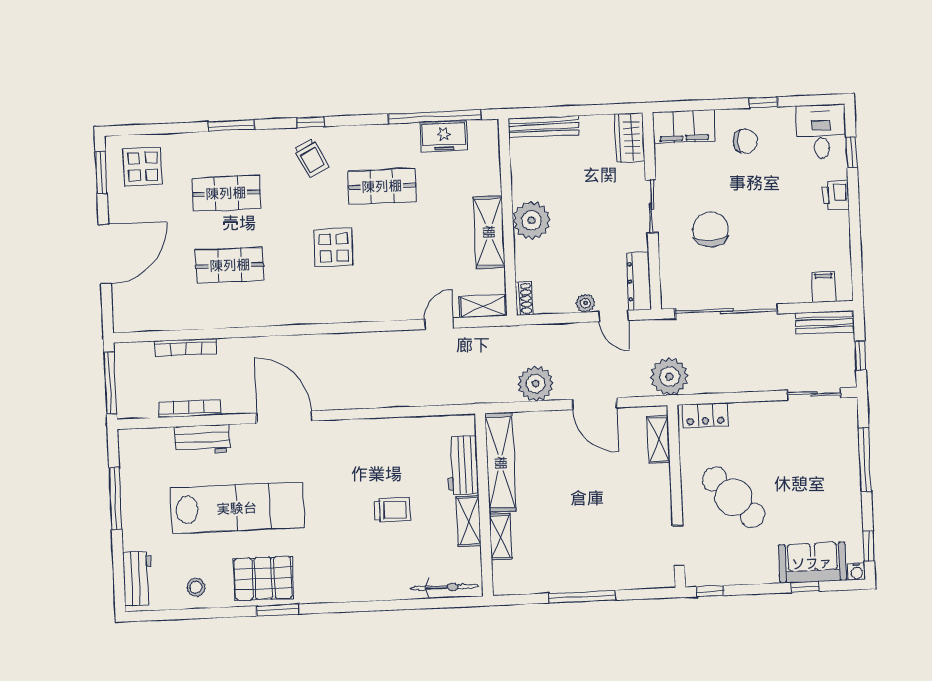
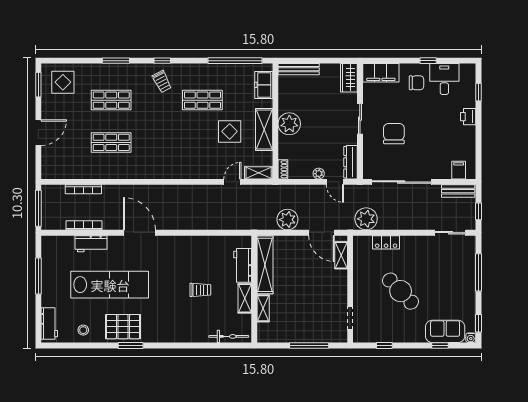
desk: (821, 131) -> (444, 79), moved
freezer: (444, 136) -> (264, 85), moved, turned 90
display table: (334, 248) -> (230, 131), moved
door: (105, 254) -> (38, 133), width x0.73
shelving: (659, 439) -> (341, 255), moved
wall: (676, 496) -> (350, 289), moved
doorway: (678, 545) -> (350, 318), moved

